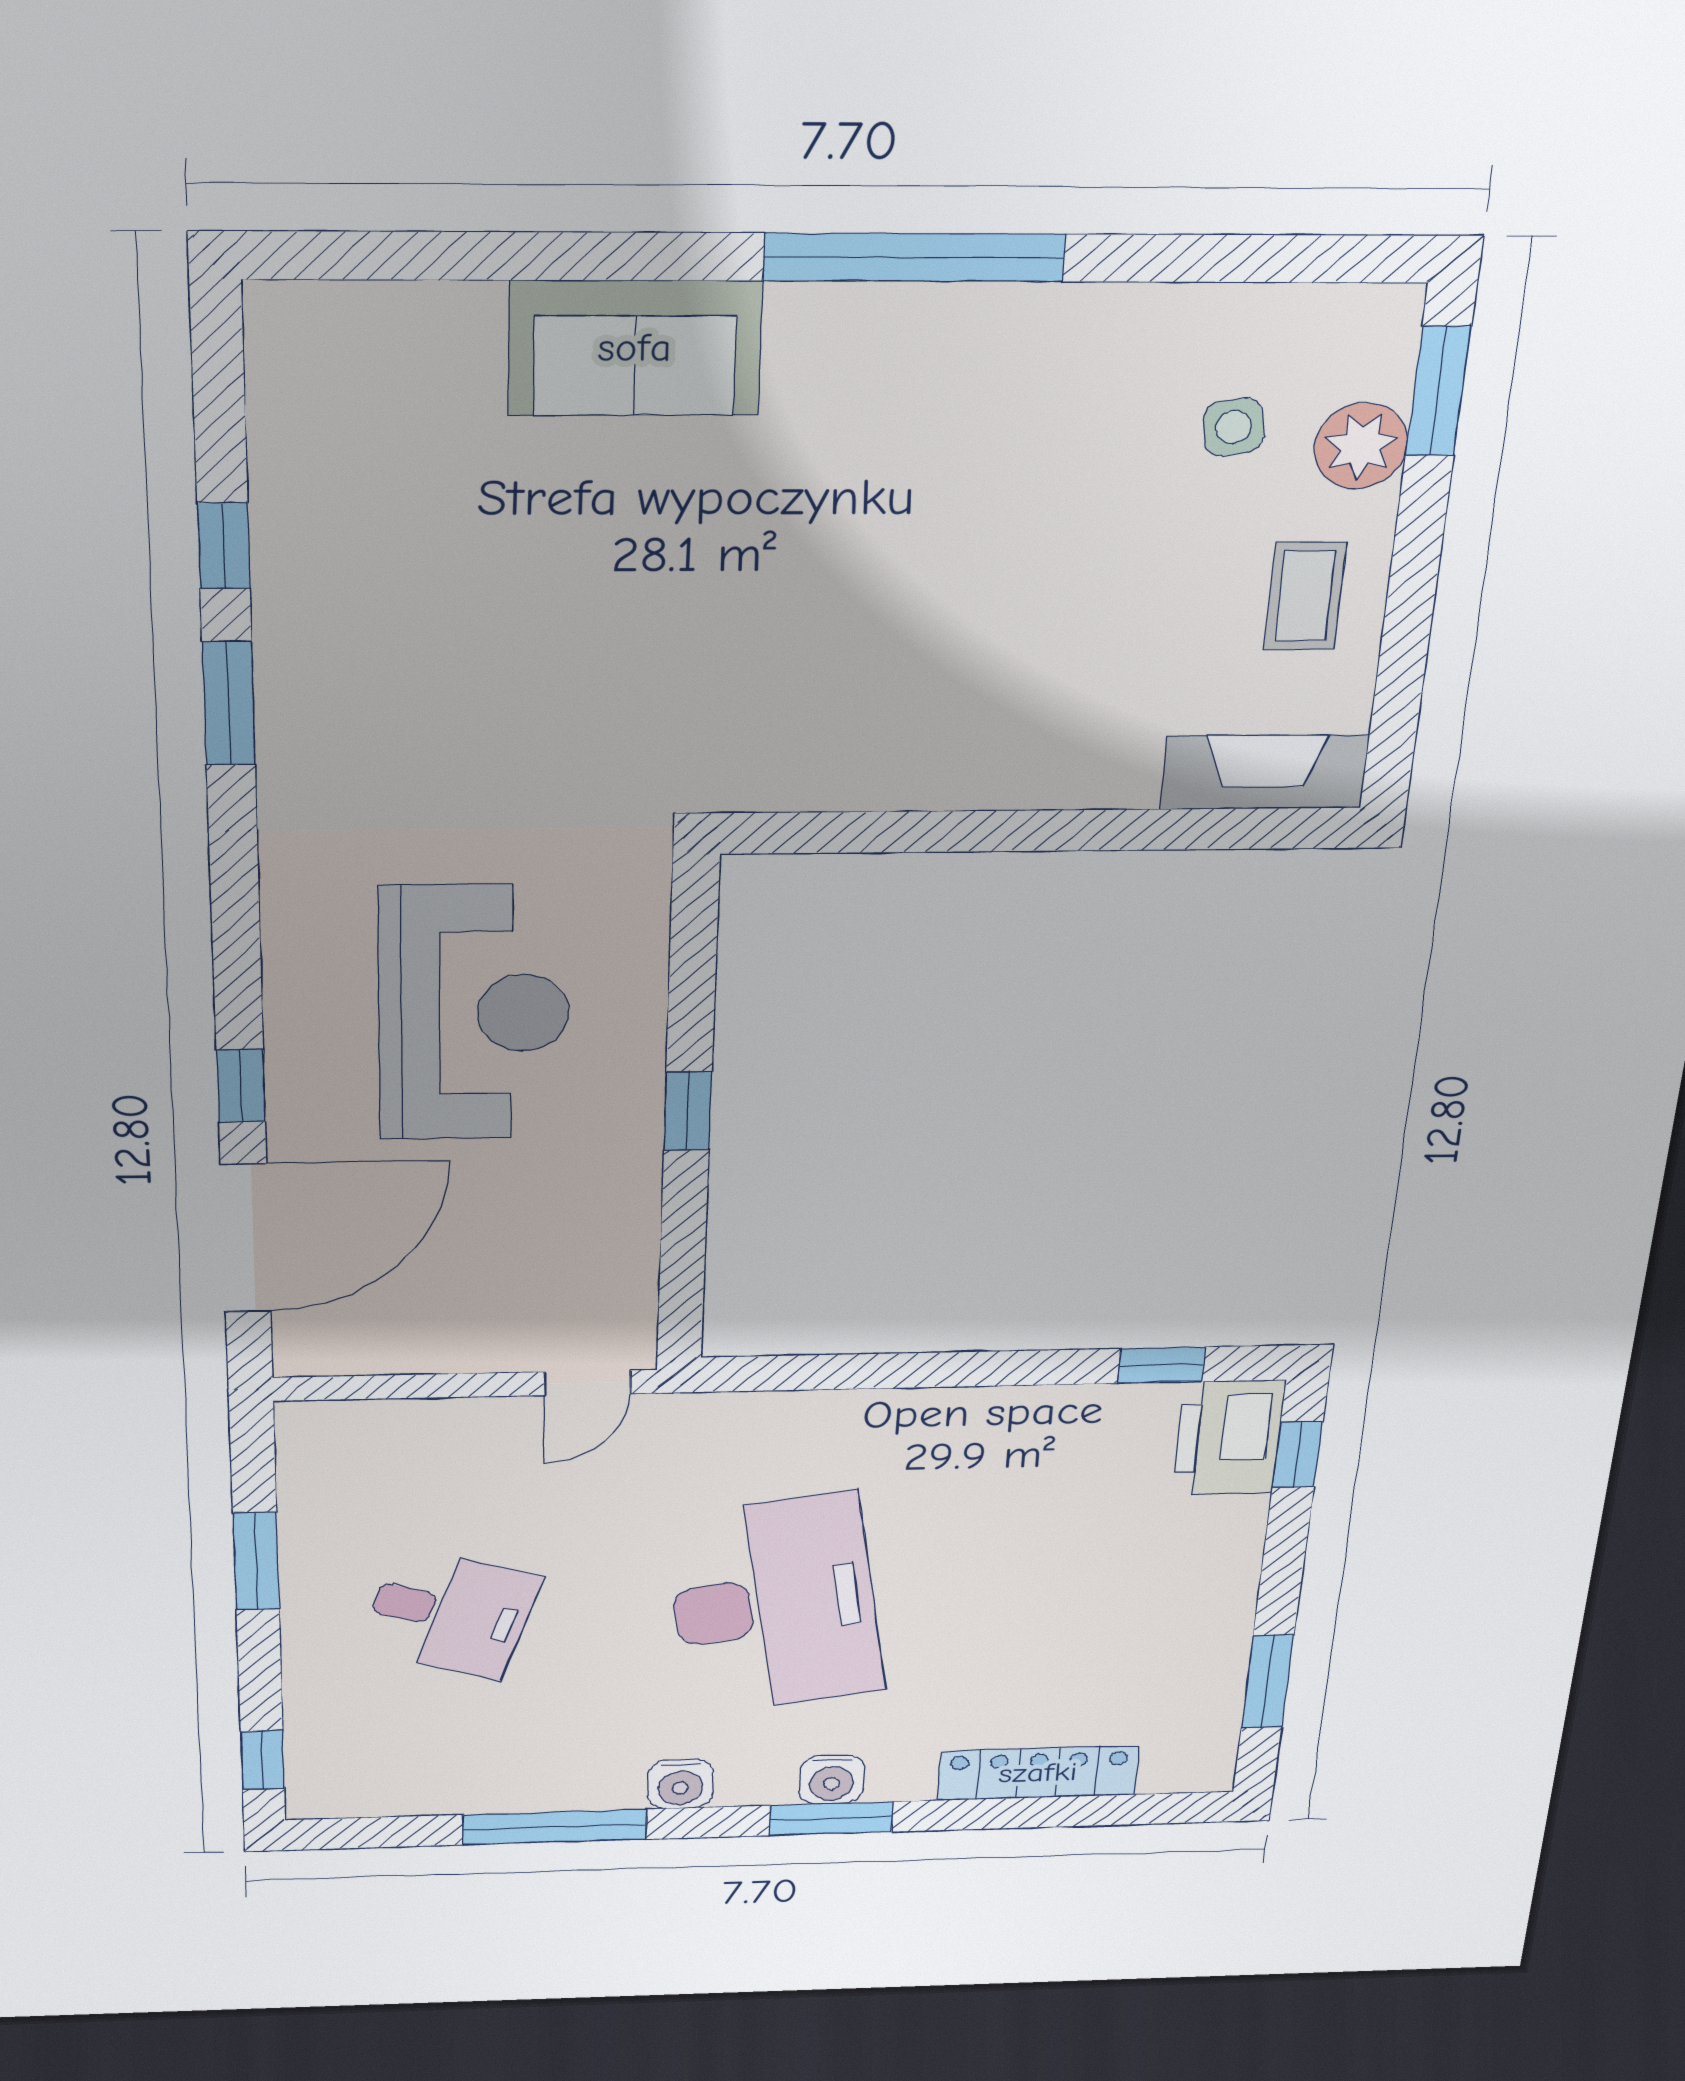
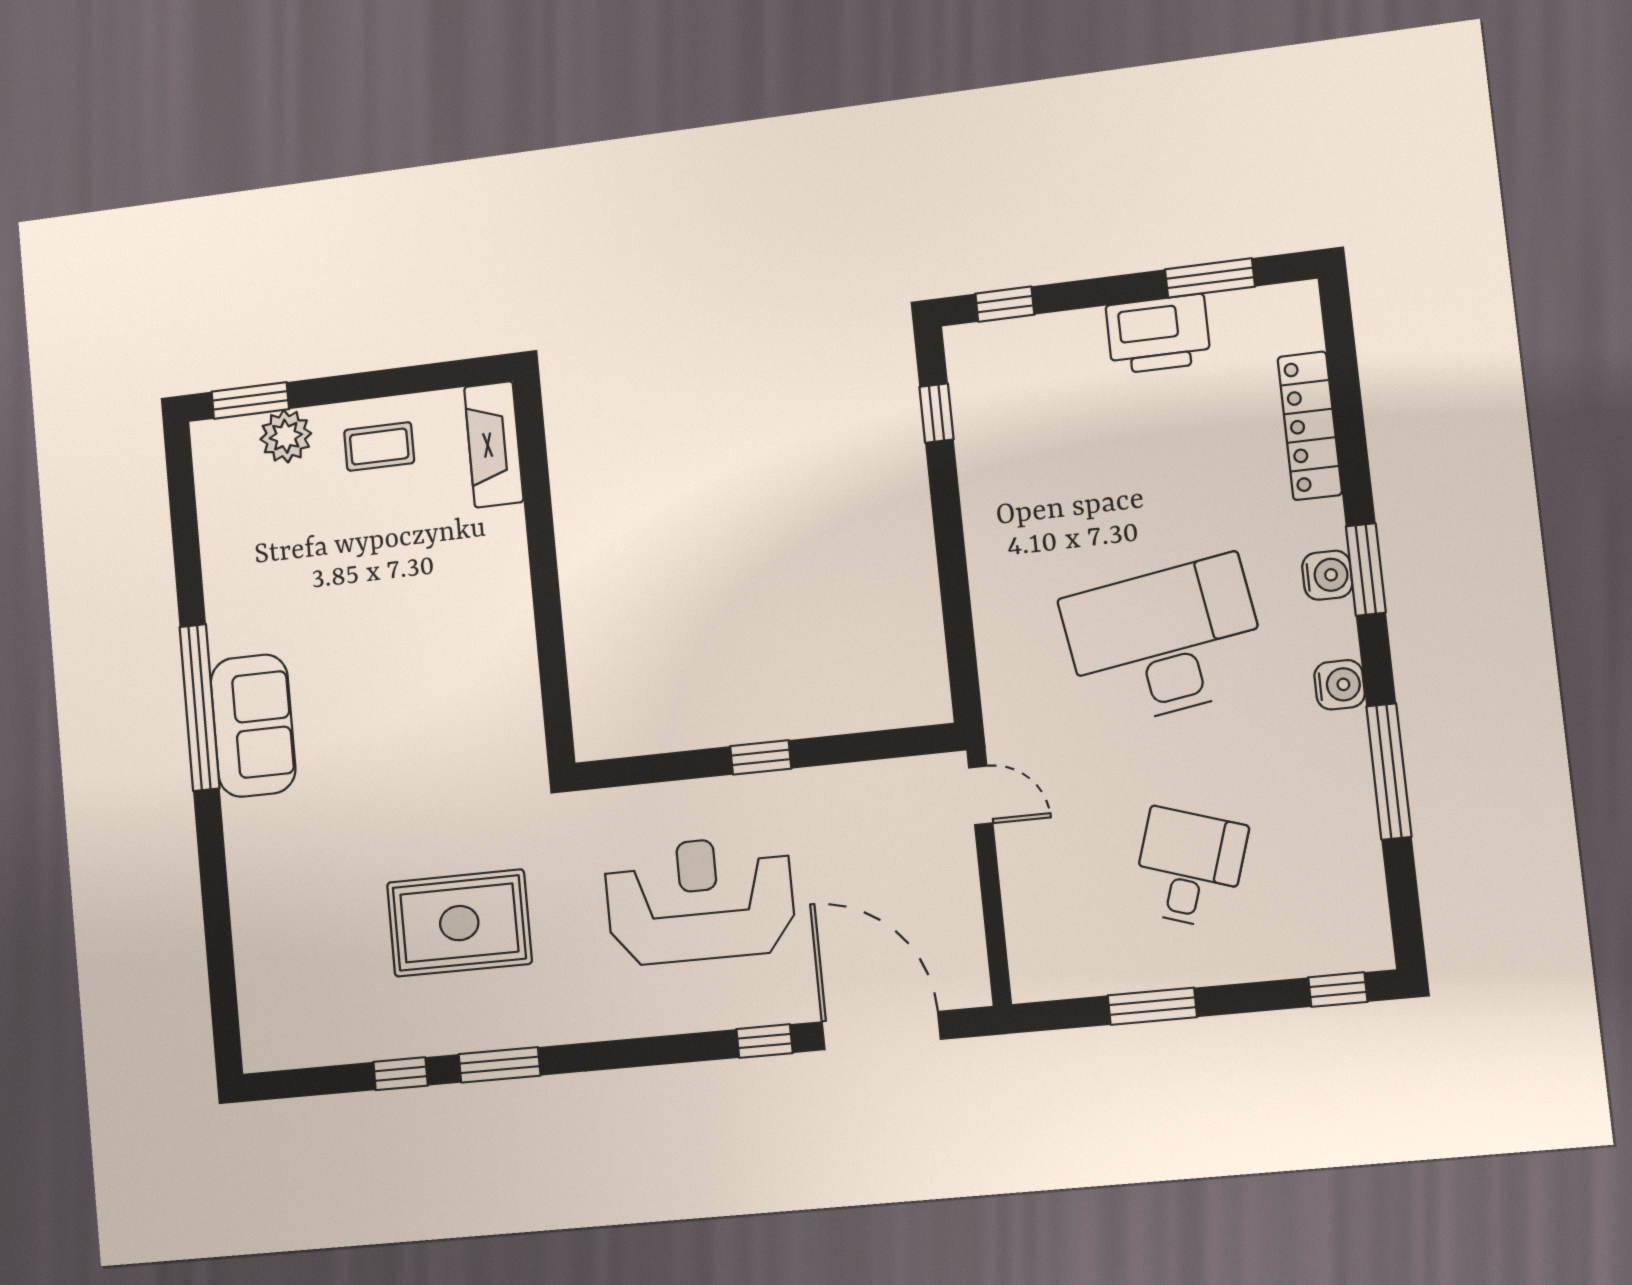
sofa: (635, 348) -> (253, 726), moved
side table: (1234, 427) -> (281, 511), removed
rug: (476, 659) -> (459, 923), added
printer: (1229, 1438) -> (1158, 334), moved

